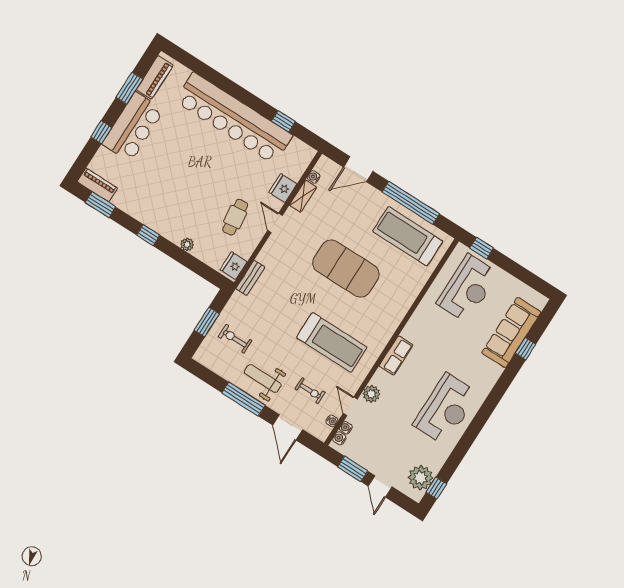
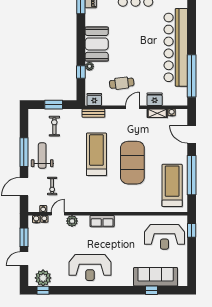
window: (283, 121) -> (192, 76), width x3.17
booth: (164, 217) -> (97, 44), added
window: (148, 235) -> (81, 72), moved
treadmill: (332, 342) -> (96, 154), moved, turned 180

